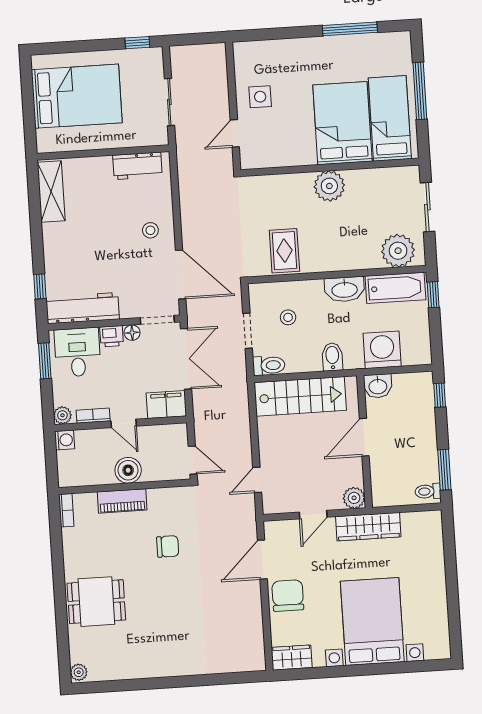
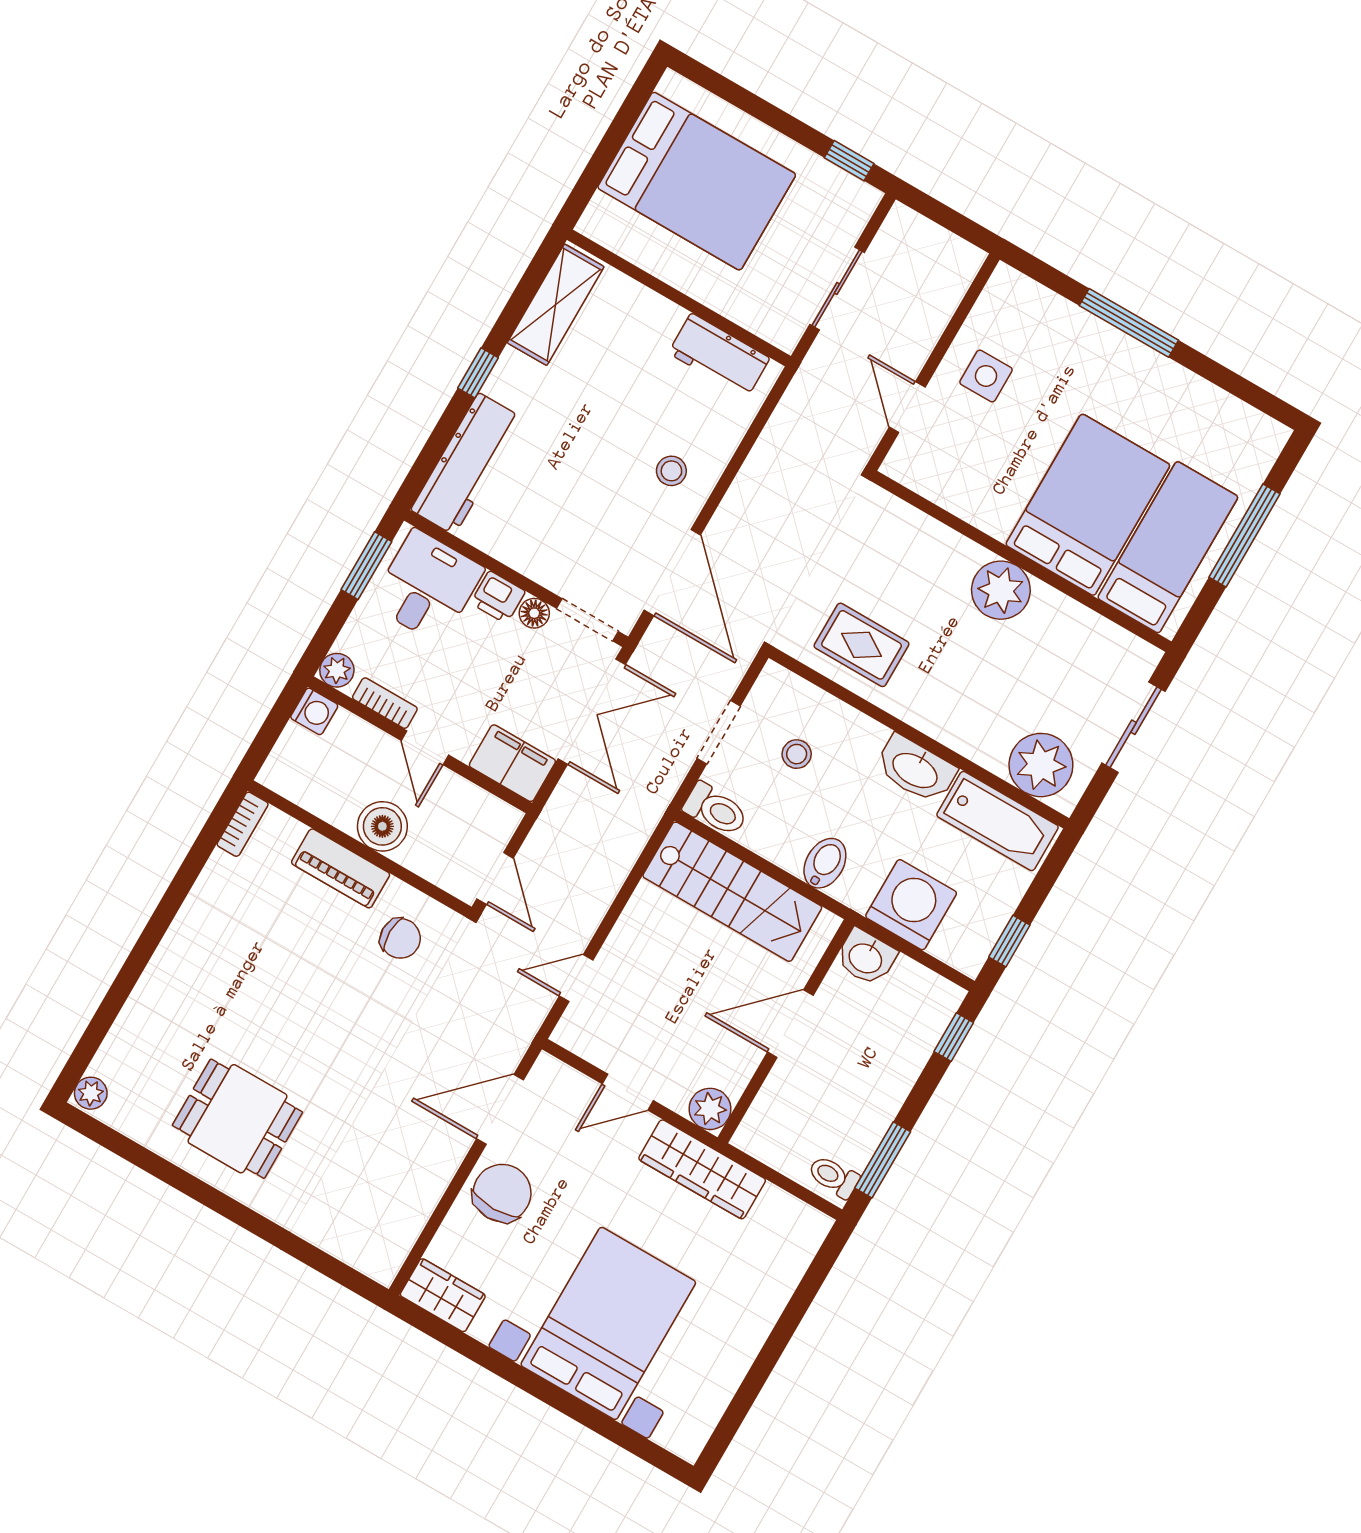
window: (350, 29) -> (1129, 323), moved
door: (235, 133) -> (907, 407), hinge flipped
rug: (284, 251) -> (862, 645), turned 90
window: (40, 286) -> (478, 373), moved
window: (433, 295) -> (1009, 941), moved
workbench: (83, 308) -> (467, 464), moved, turned 90
chair: (168, 546) -> (400, 938), moved
dining table: (96, 602) -> (237, 1119), moved

